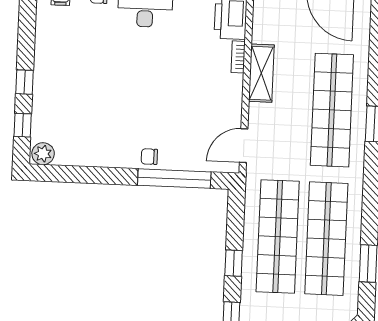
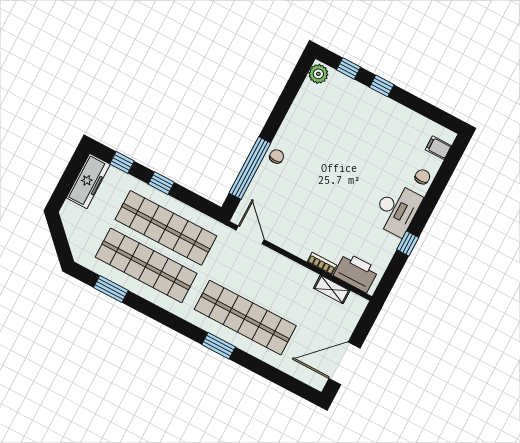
shelving: (261, 73) -> (332, 289), moved, width x0.67, depth x0.75

